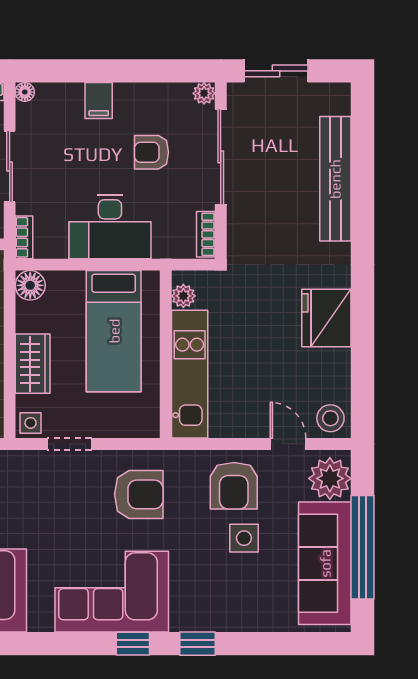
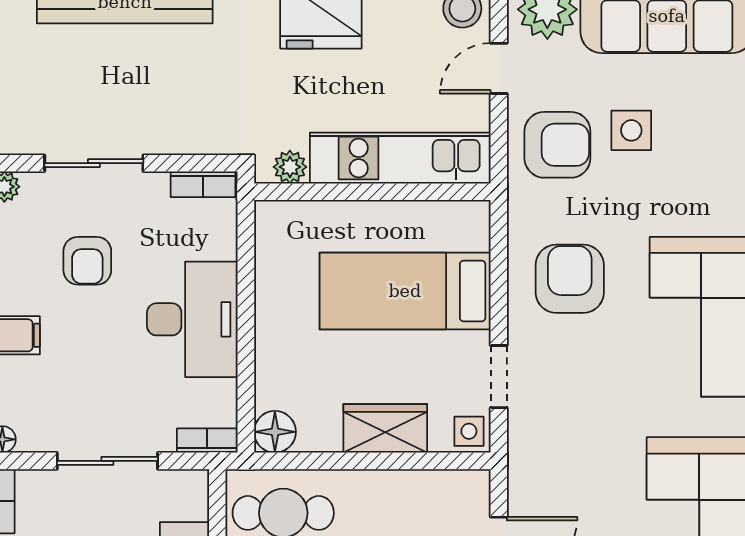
sliding door: (221, 157) -> (94, 163), width x0.73
plant: (183, 296) -> (290, 167), moved
bed: (114, 331) -> (405, 291), moved, turned 180
wall: (166, 354) -> (372, 192), moved
kitchen unit: (190, 374) -> (400, 158), moved

